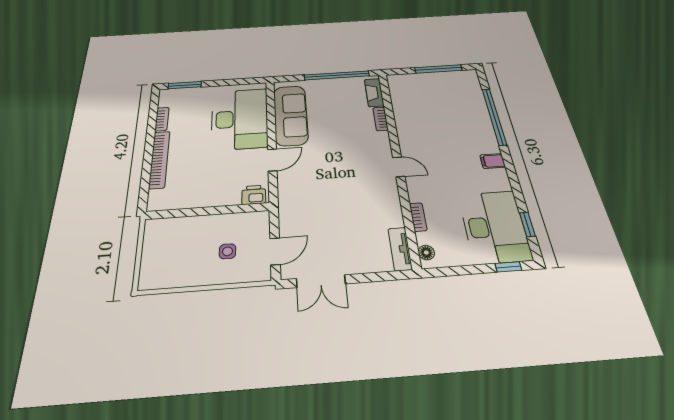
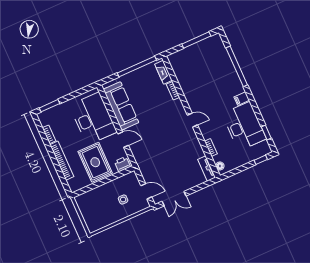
door: (272, 160) -> (123, 140), hinge flipped
rug: (211, 178) -> (95, 162), added
desk: (494, 227) -> (244, 126), moved
door: (275, 251) -> (146, 191), hinge flipped

